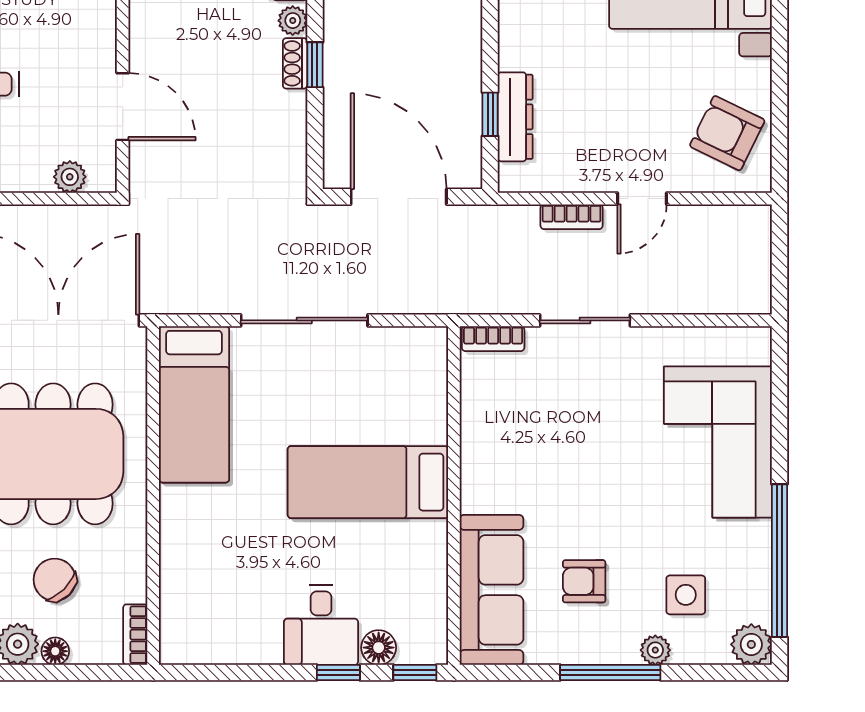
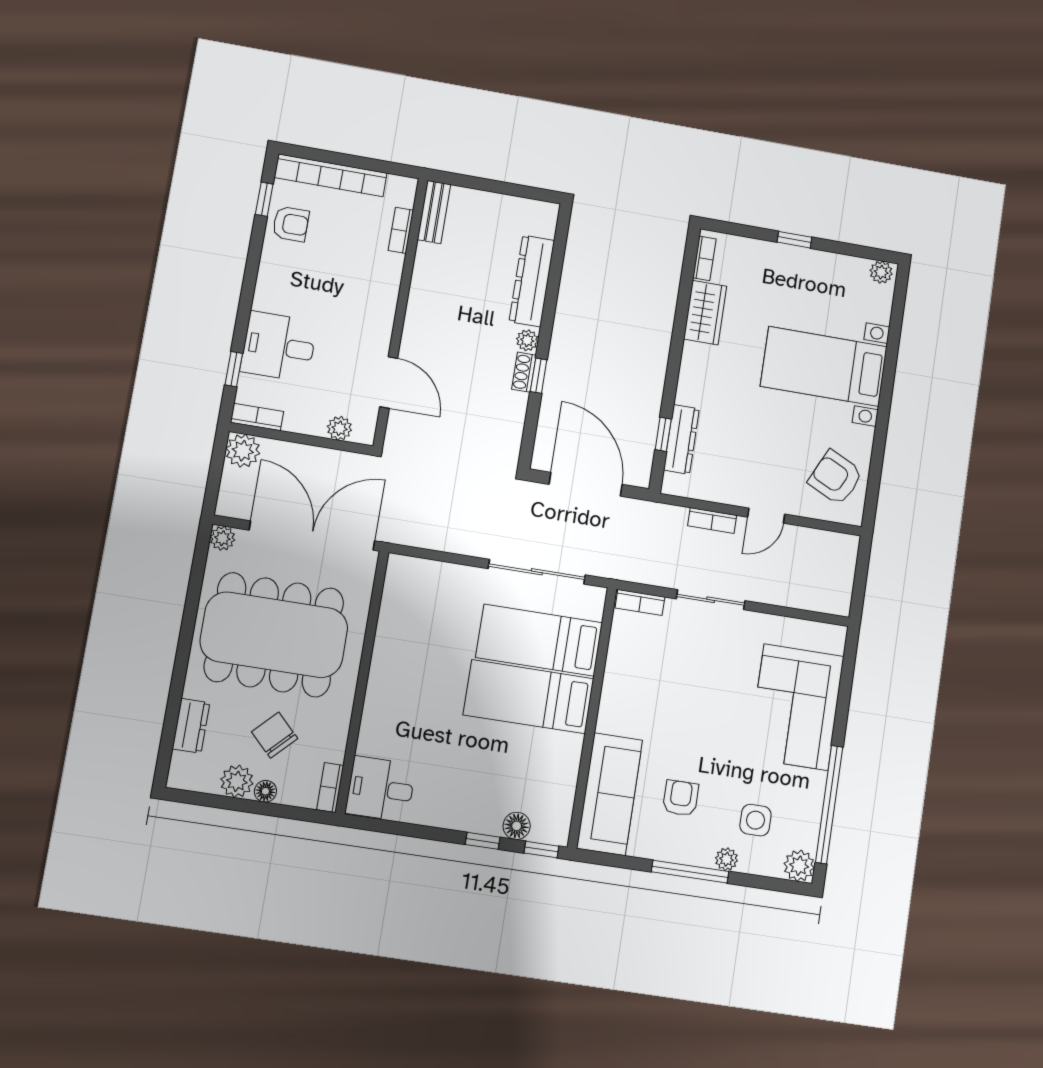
sliding door: (304, 320) -> (537, 572), moved
bed: (194, 404) -> (539, 640), moved, turned 90
armchair: (584, 581) -> (681, 798), turned 90
desk: (321, 625) -> (381, 789), moved, turned 90

